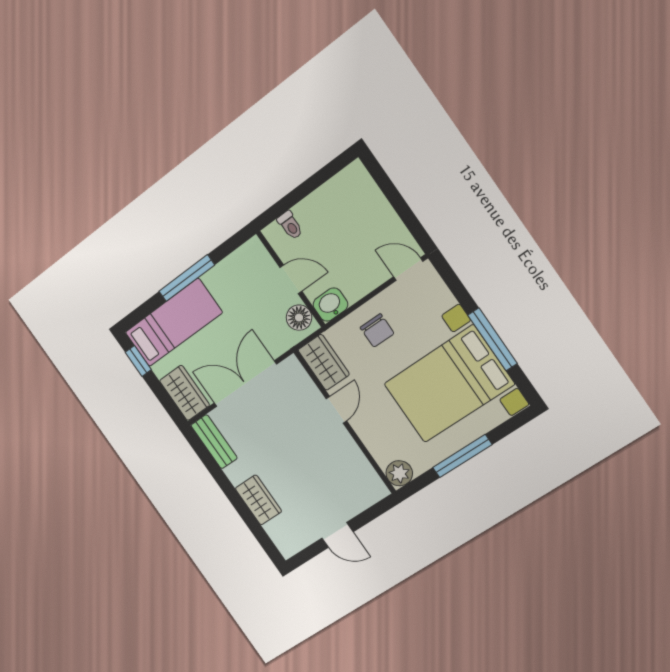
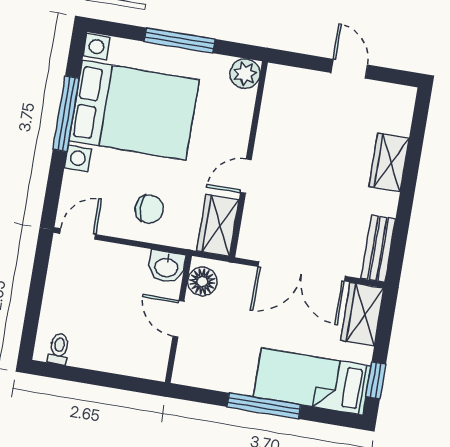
toilet: (290, 225) -> (59, 349), moved
door: (408, 269) -> (78, 234), swing flipped
chair: (377, 330) -> (149, 209), turned 90

